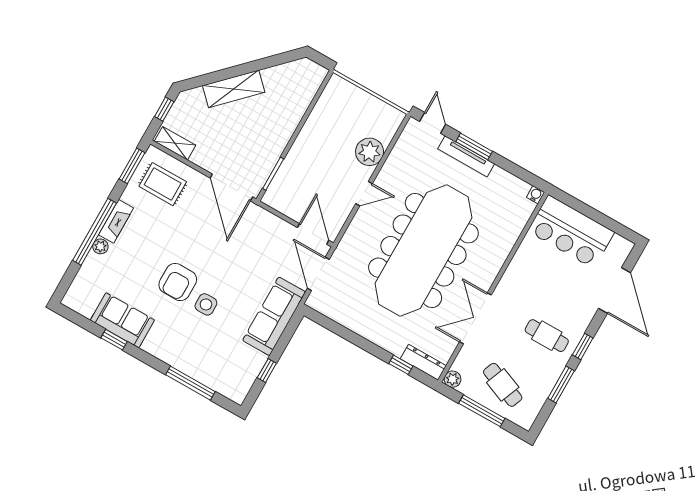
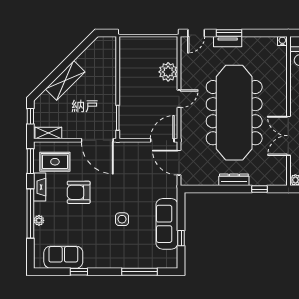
door: (433, 123) -> (196, 33), swing flipped
tv unit: (466, 156) -> (228, 42), width x0.71
fireplace: (116, 221) -> (40, 187), moved
door: (313, 234) -> (162, 140), hinge flipped
armchair: (178, 282) -> (79, 192), moved, turned 90
sofa: (274, 316) -> (167, 224), moved
sofa: (122, 320) -> (63, 257), moved
dresser: (423, 362) -> (234, 180), moved

